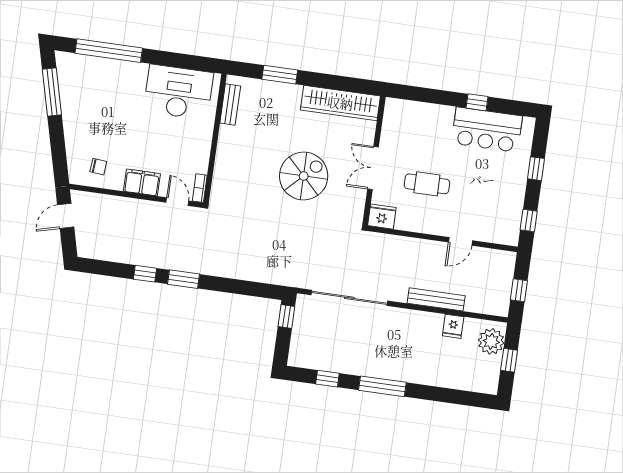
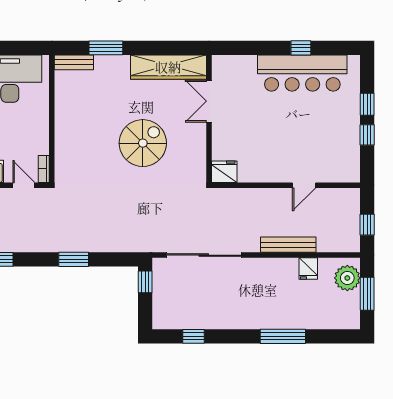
bench: (230, 105) -> (74, 62), moved, turned 90
bar counter: (487, 130) -> (302, 73), width x1.36
double door: (373, 168) -> (209, 101), moved
cafe table: (427, 184) -> (264, 134), removed
window: (529, 220) -> (367, 135), moved
window: (183, 279) -> (74, 259), moved
window: (509, 360) -> (367, 294), width x1.50
window: (382, 386) -> (283, 336), moved

